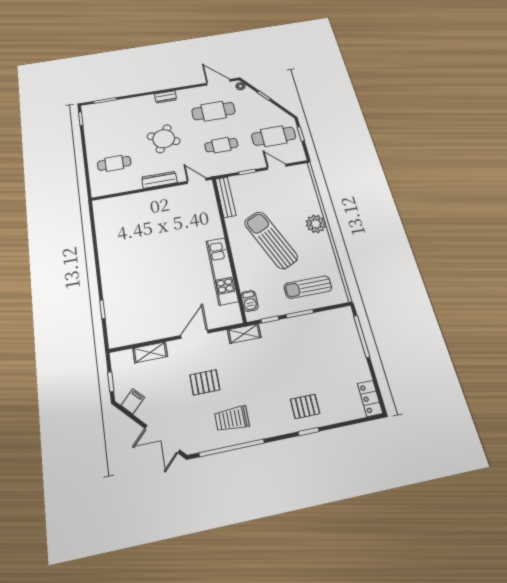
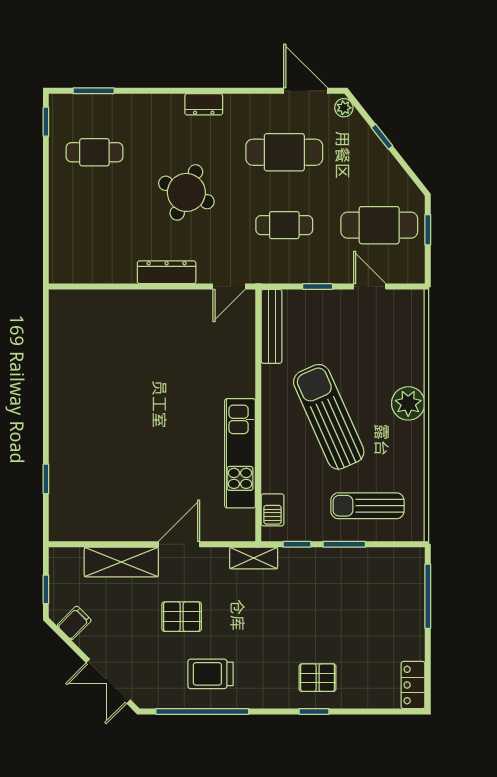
cafe table: (114, 163) -> (94, 152), moved
door: (197, 181) -> (229, 287), swing flipped
shelving: (150, 352) -> (121, 562), width x1.50, depth x1.33

